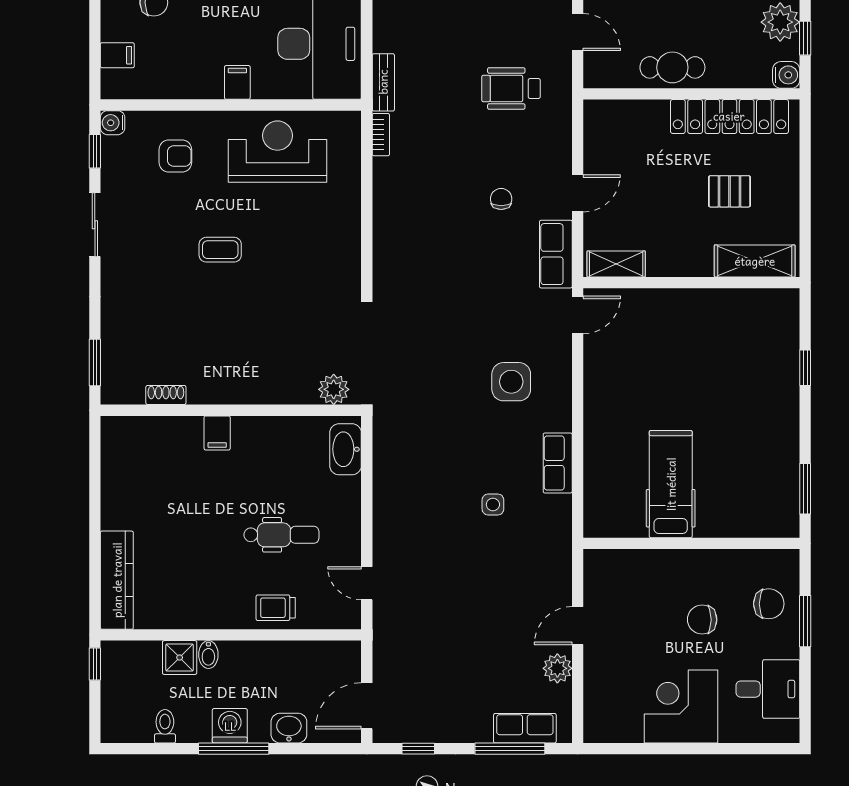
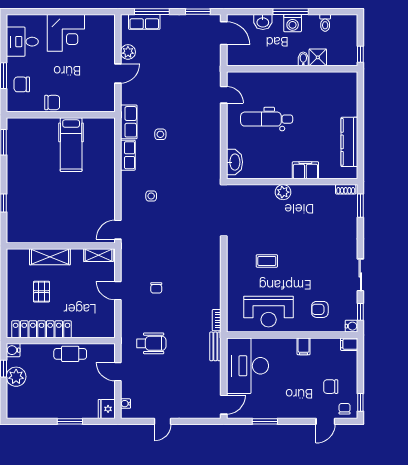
filing cabinet: (117, 55) -> (349, 344), moved
filing cabinet: (237, 82) -> (304, 346), moved
pallet: (729, 191) -> (42, 292), turned 90
door: (578, 193) -> (118, 291), hinge flipped
coffee table: (220, 250) -> (267, 261), moved
row of seats: (556, 254) -> (129, 122), moved
shelving: (755, 261) -> (50, 257), moved
side table: (511, 382) -> (151, 196), width x0.54, depth x0.54
plant: (334, 389) -> (283, 192), moved
shoe rack: (166, 395) -> (346, 189), moved
filing cabinet: (217, 433) -> (305, 170), width x2.00
dental chair: (281, 535) -> (267, 119), width x1.36, depth x1.38
kitchen counter: (117, 580) -> (349, 142), moved
trolley: (276, 608) -> (270, 82), removed
chair: (702, 620) -> (52, 103), moved
door: (367, 706) -> (224, 33), hinge flipped
window: (418, 749) -> (198, 12), width x1.50

